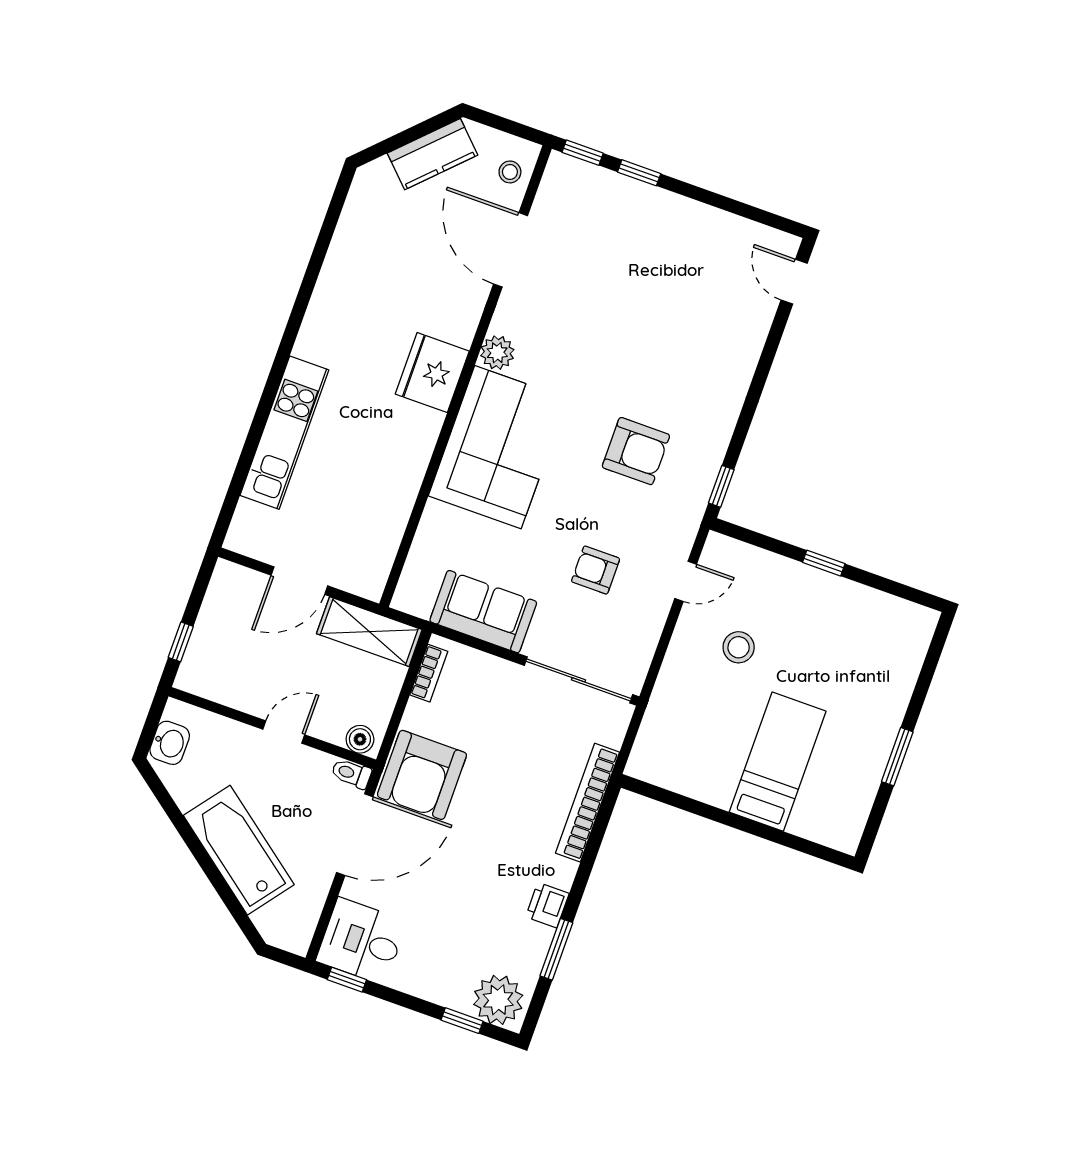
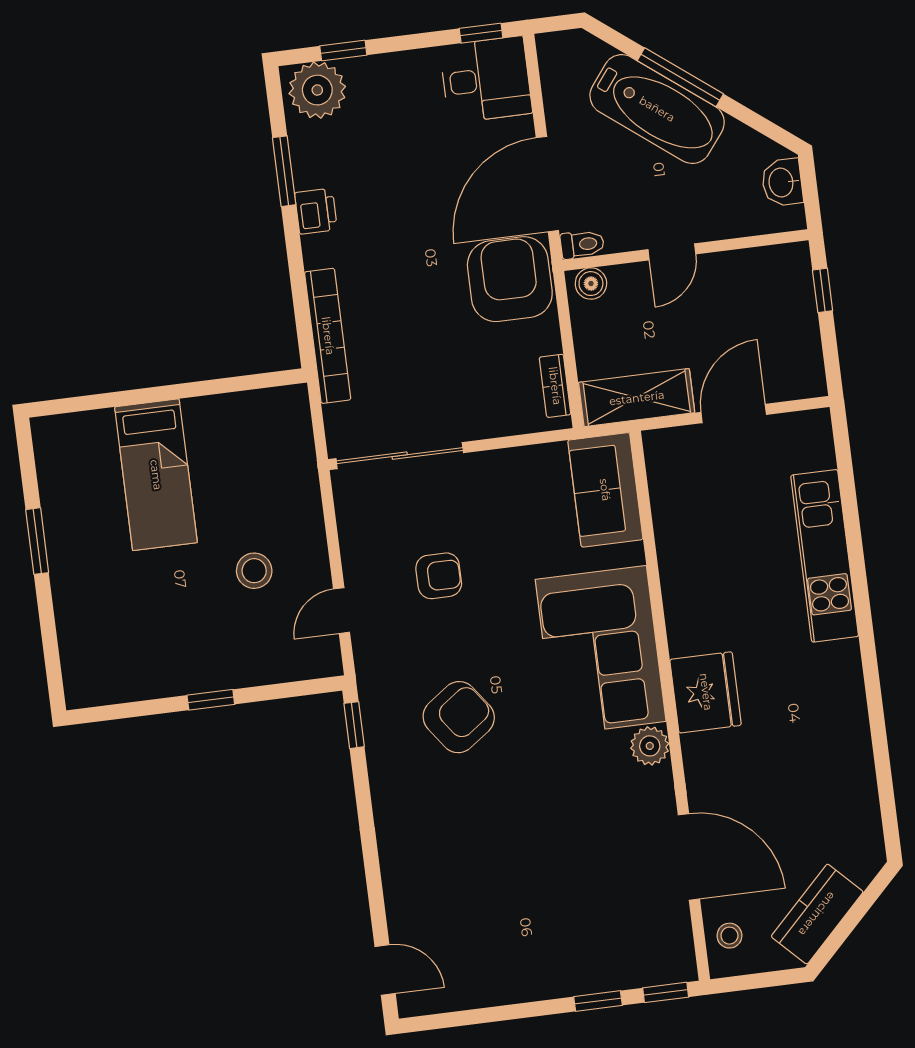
armchair: (636, 451) -> (459, 717), turned 144
sofa: (483, 612) -> (605, 490), moved, turned 90
window: (208, 866) -> (680, 77), added

